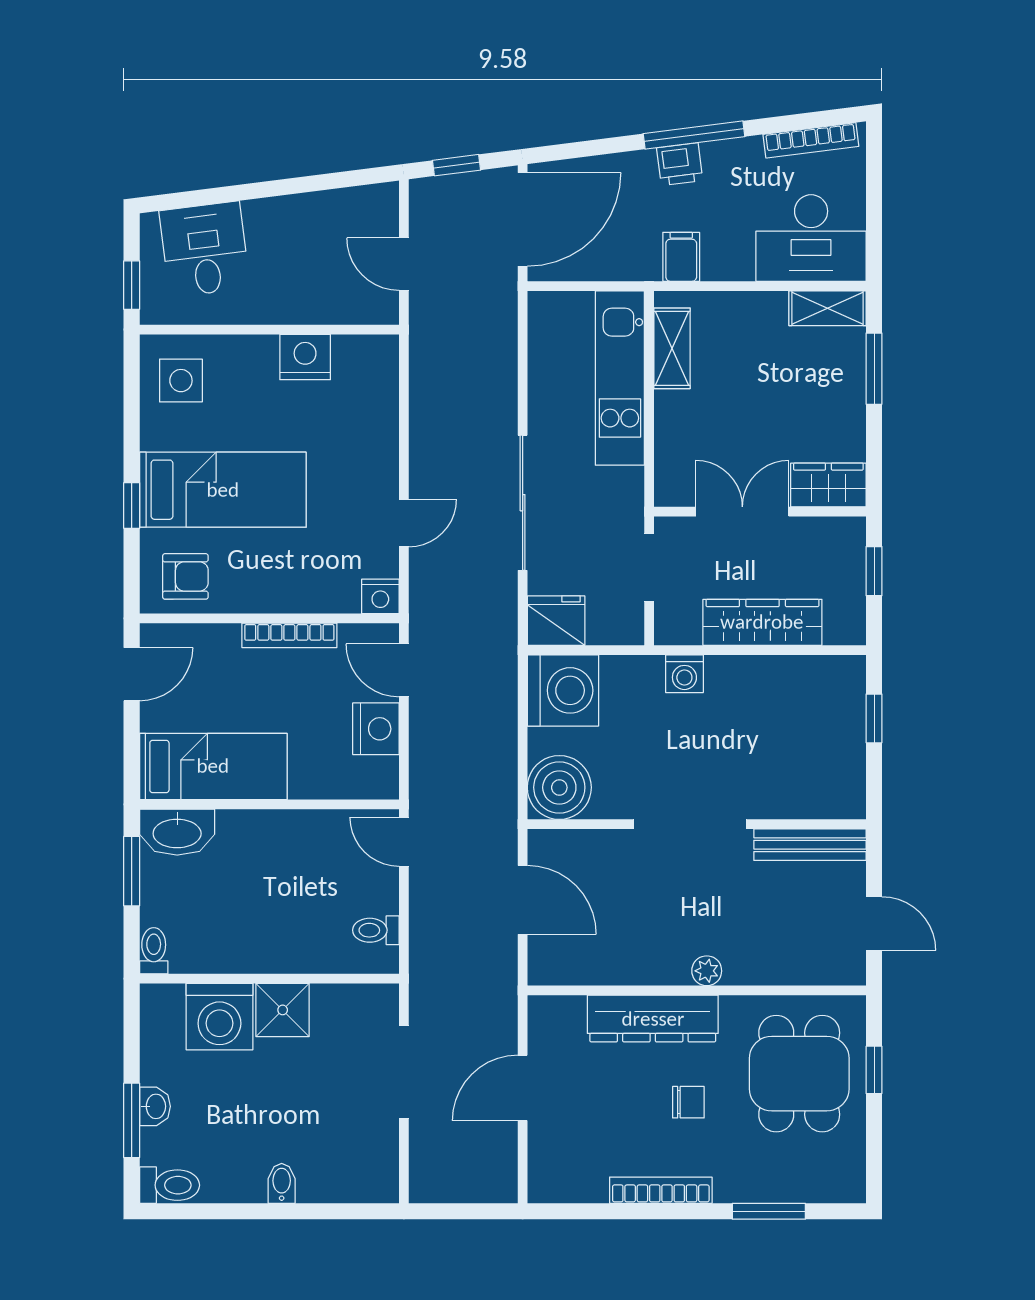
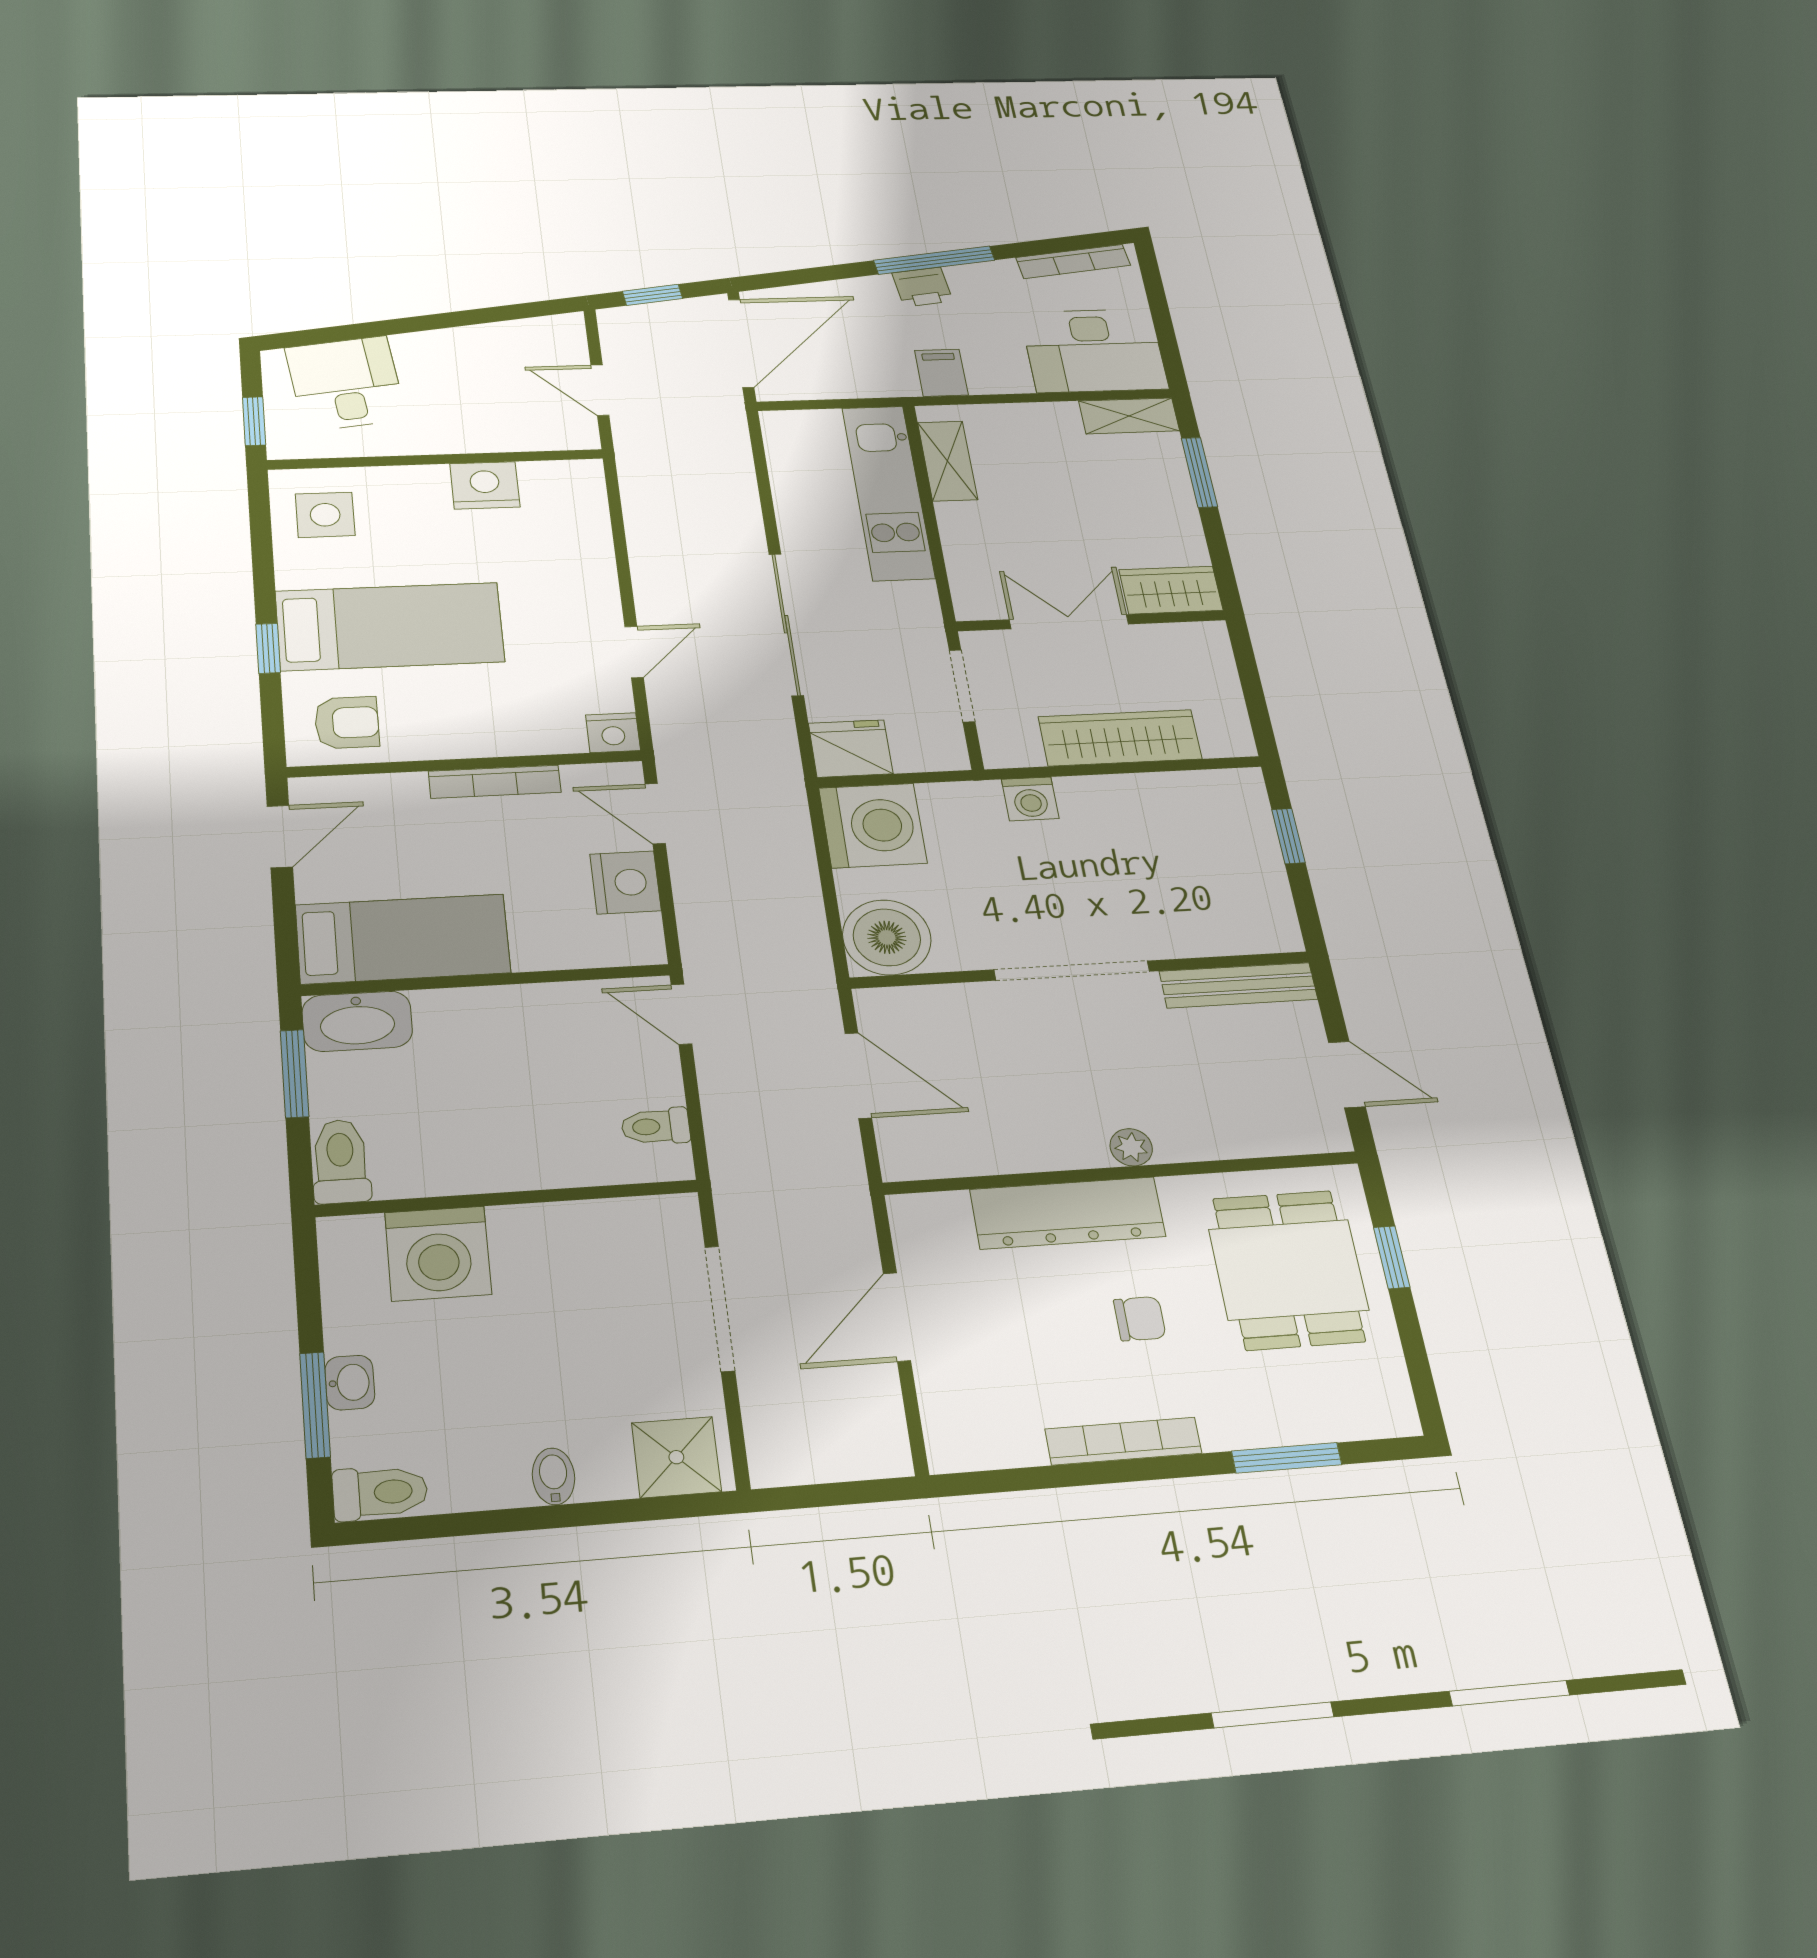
window: (874, 571) -> (1249, 677), removed
toilet: (154, 951) -> (341, 1161), width x1.37, depth x1.39
shower: (283, 1010) -> (676, 1457), moved

